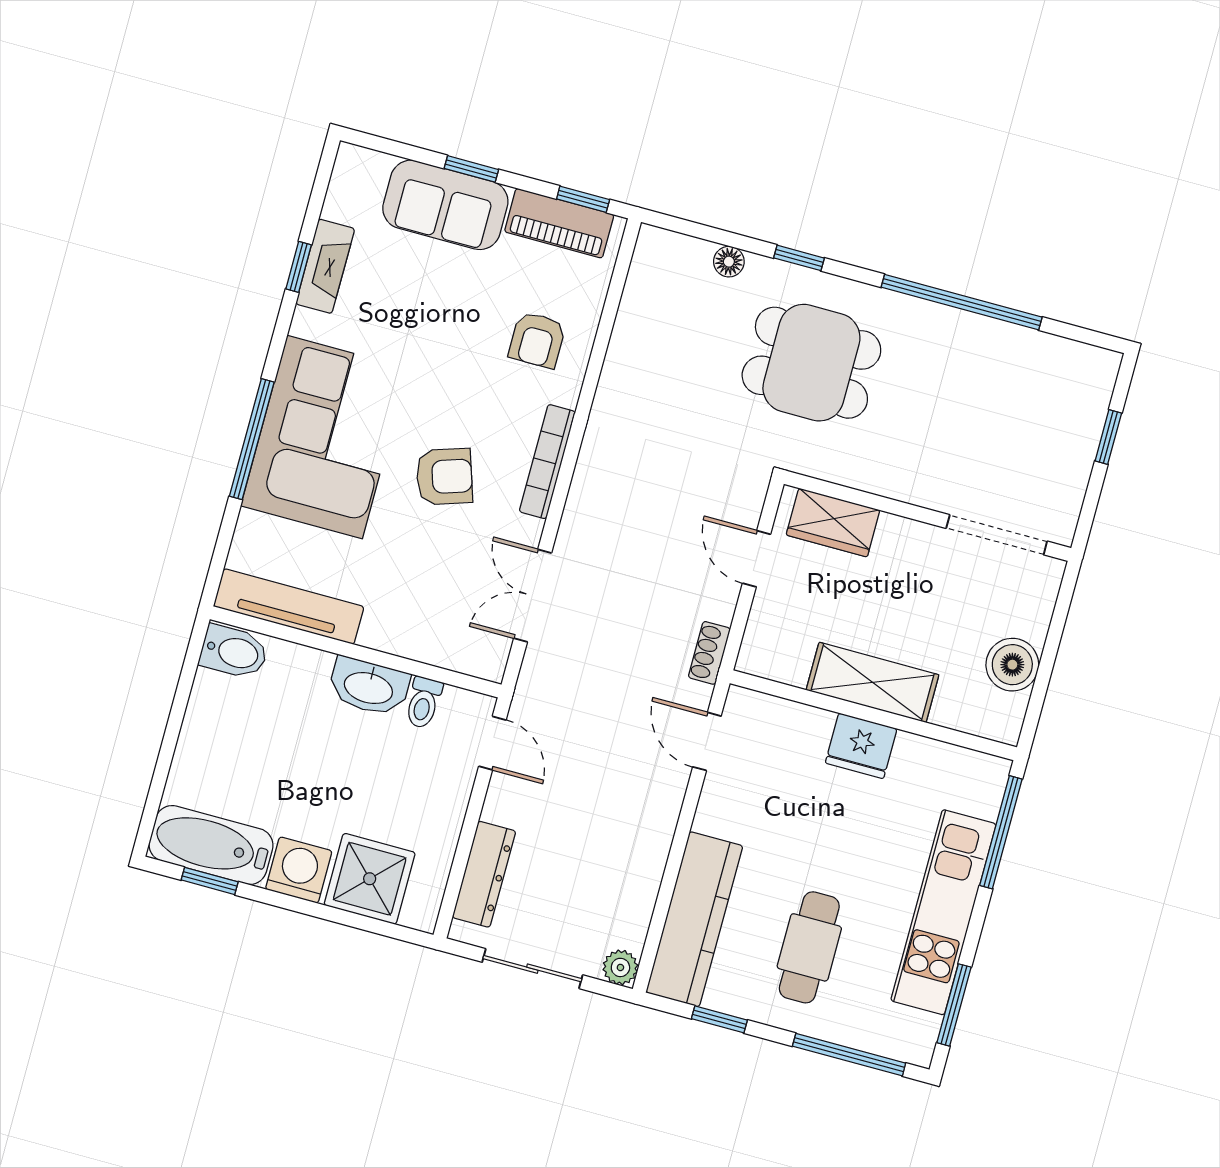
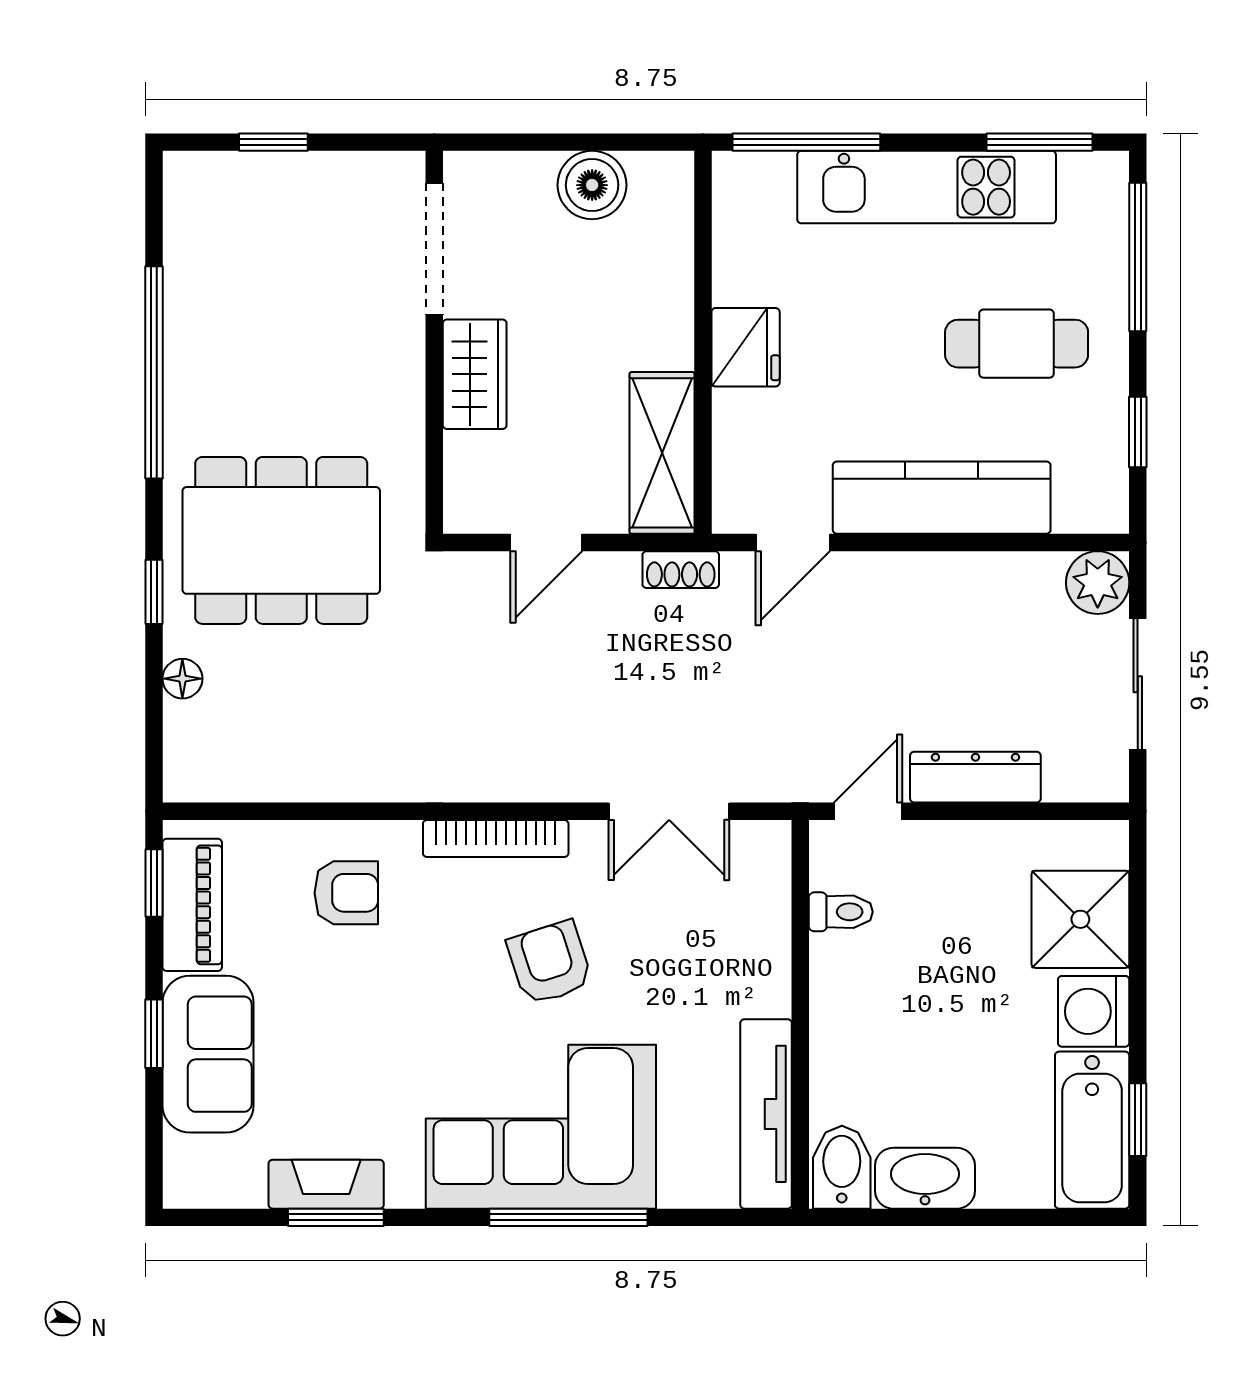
window: (299, 267) -> (336, 1217), width x1.50
dining table: (811, 363) -> (281, 540), width x1.37
wardrobe: (833, 522) -> (475, 374), moved
shelving: (873, 682) -> (662, 453), moved
washbasin: (369, 687) -> (925, 1178), moved, turned -90
dresser: (484, 874) -> (975, 777), moved
kitchen counter: (694, 919) -> (942, 498), moved
plant: (620, 967) -> (1098, 583), width x1.38, depth x1.38

